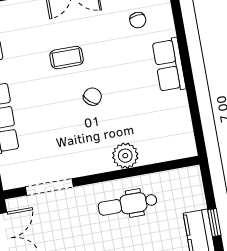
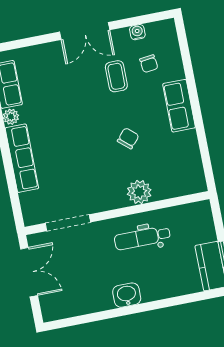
coffee table: (67, 58) -> (116, 76), moved, turned 90
chair: (92, 97) -> (128, 138), moved

